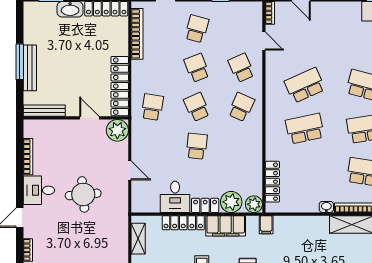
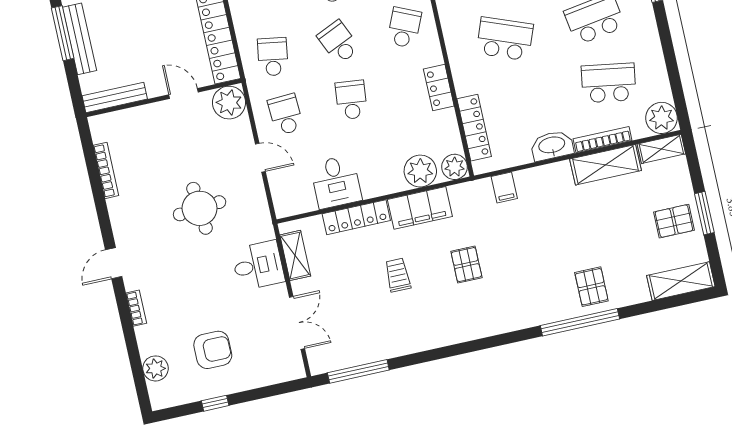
school desk: (305, 129) -> (505, 39), turned 33
school desk: (152, 146) -> (286, 114), added
desk: (39, 190) -> (258, 265), moved, turned 180
locker: (205, 205) -> (439, 87), moved, turned -90
washbasin: (326, 207) -> (552, 146), width x1.91, depth x1.45
filing cabinet: (266, 225) -> (504, 187), moved

